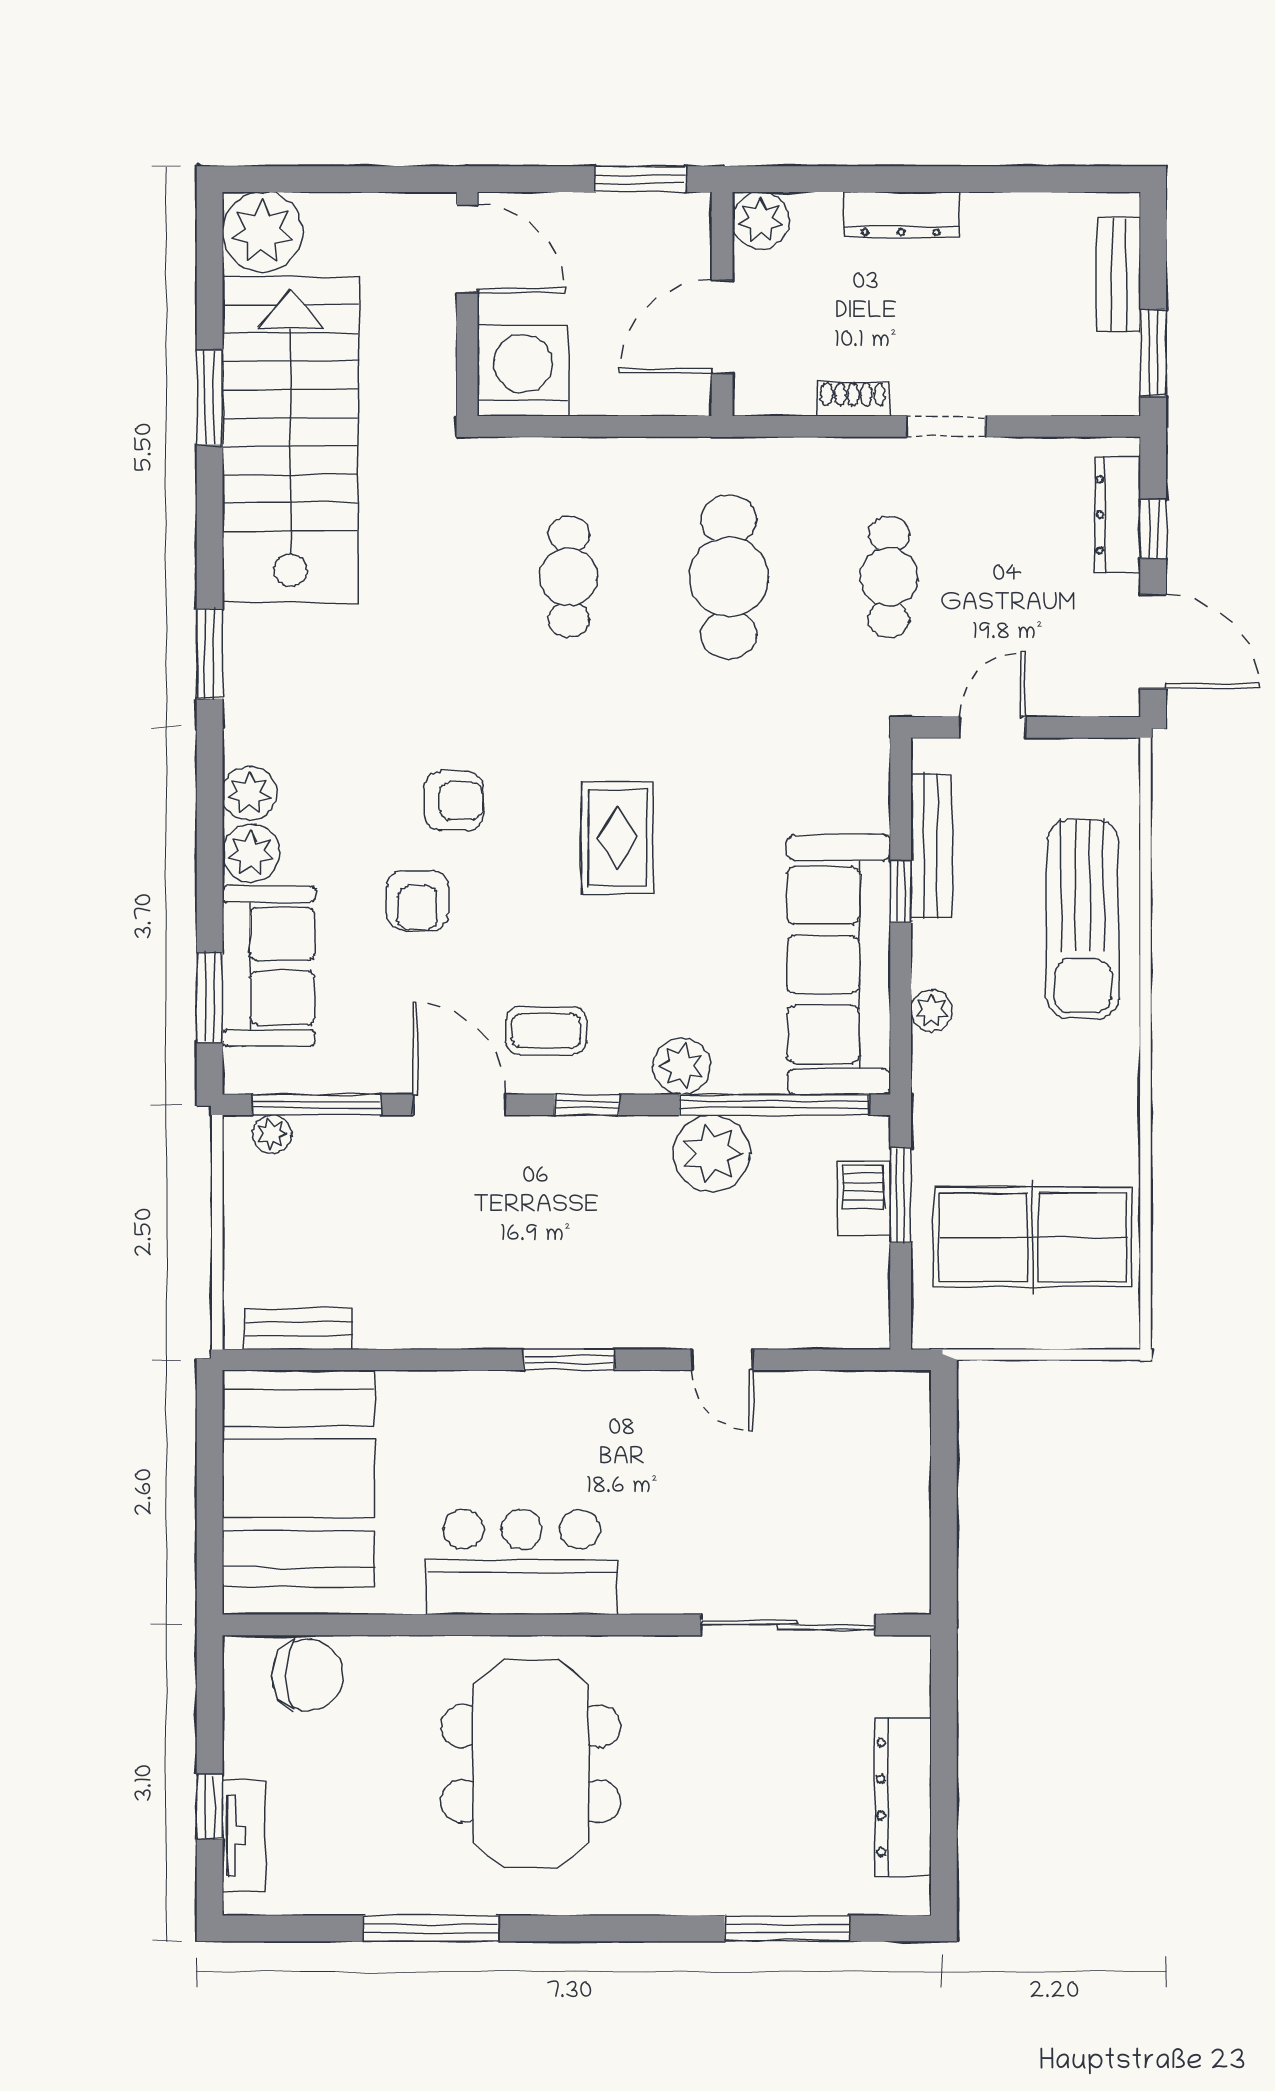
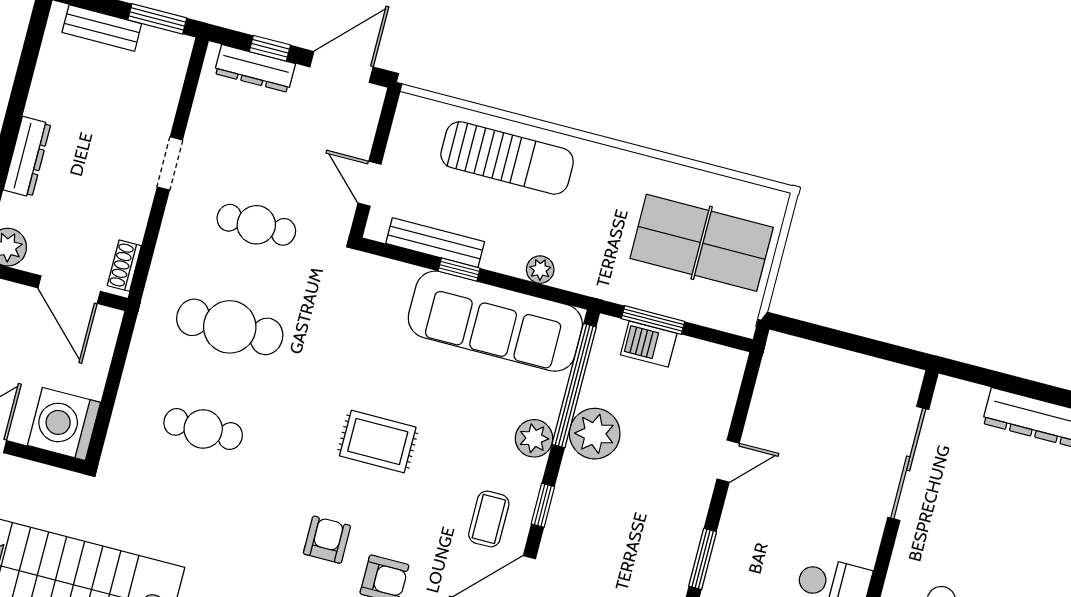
shoe rack: (853, 399) -> (124, 266), moved
table tennis table: (1033, 1237) -> (702, 243), turned 90

